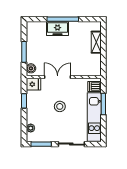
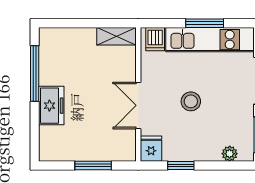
window: (63, 19) -> (35, 74), moved
shelving: (96, 42) -> (117, 36), moved
boiler: (31, 68) -> (123, 153), removed
window: (103, 104) -> (205, 23), moved

